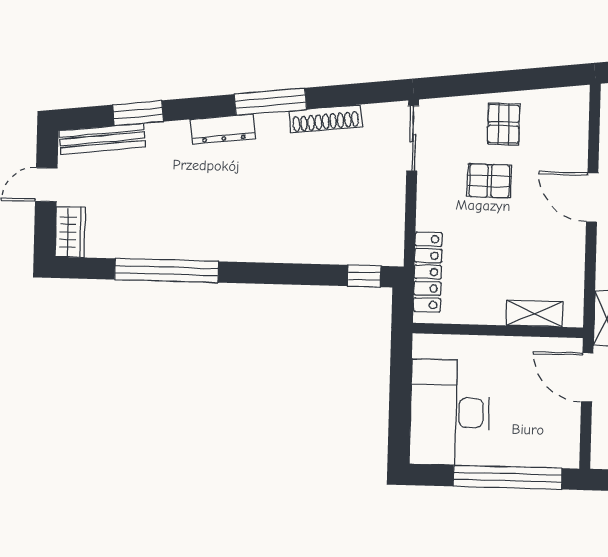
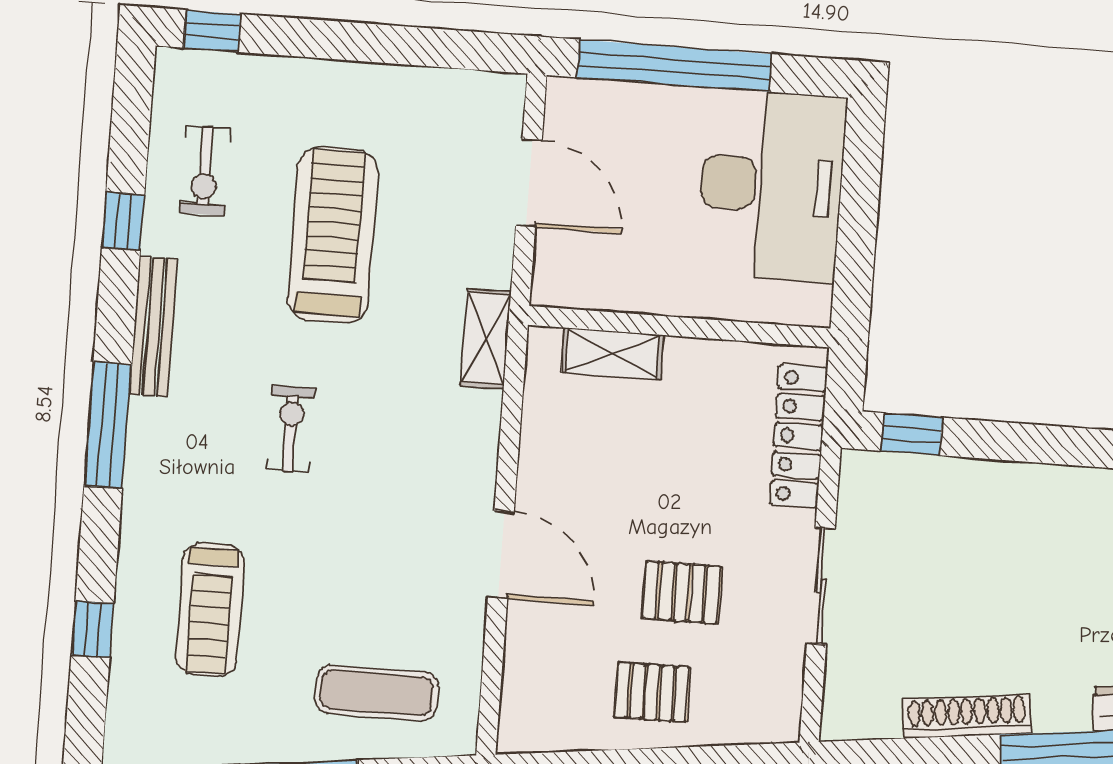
pallet: (504, 124) -> (652, 692), turned 90
sliding door: (413, 138) -> (821, 586), moved
door: (587, 378) -> (529, 183), moved

